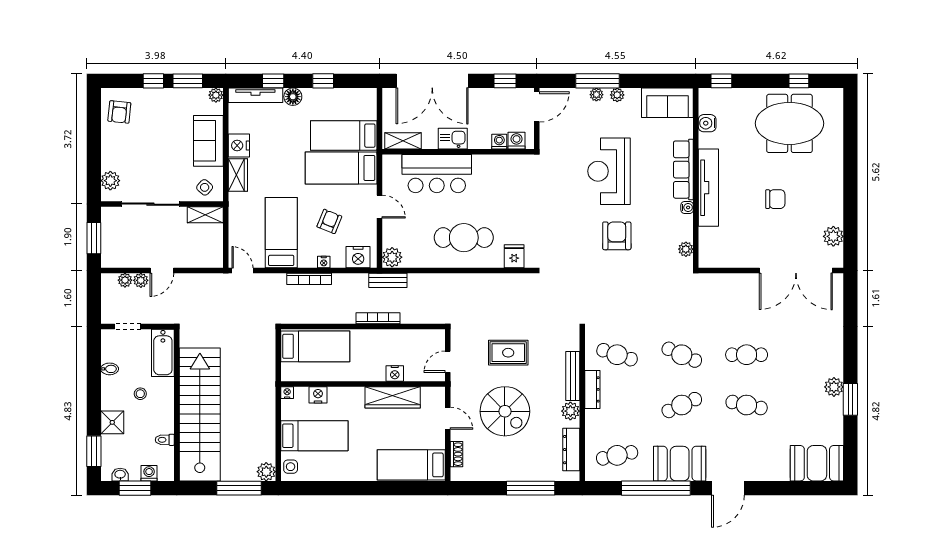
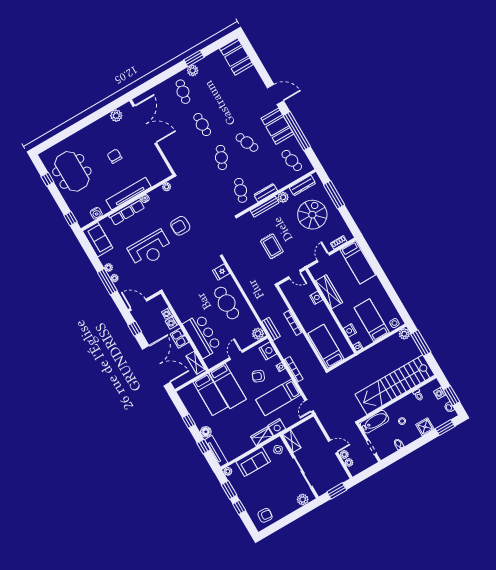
washing machine: (517, 141) -> (172, 323), moved
nightstand: (239, 145) -> (277, 427), moved
cafe table: (747, 405) -> (183, 92), moved
spiral stairs: (505, 411) -> (312, 215), moved

